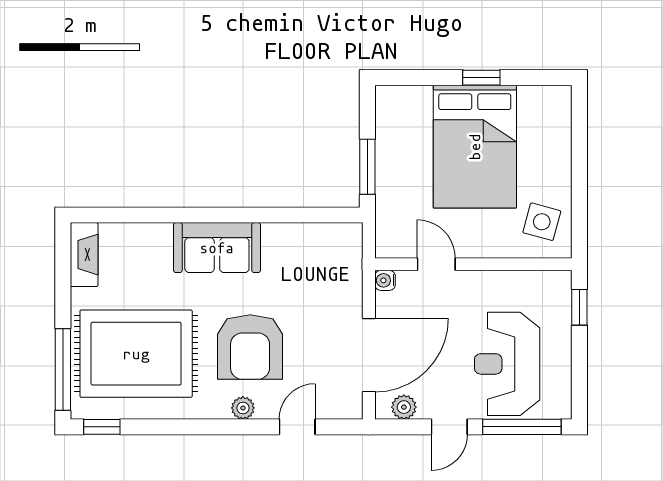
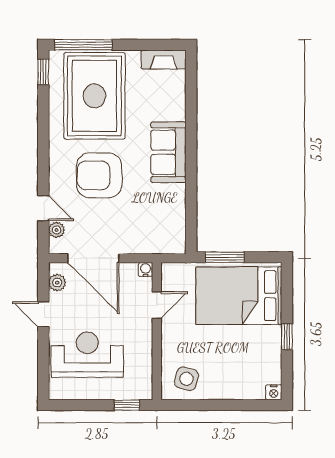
nightstand: (561, 97) -> (274, 392), added
bed: (475, 147) -> (239, 296), moved
plant: (243, 408) -> (57, 230), moved
window: (522, 427) -> (43, 365), removed

